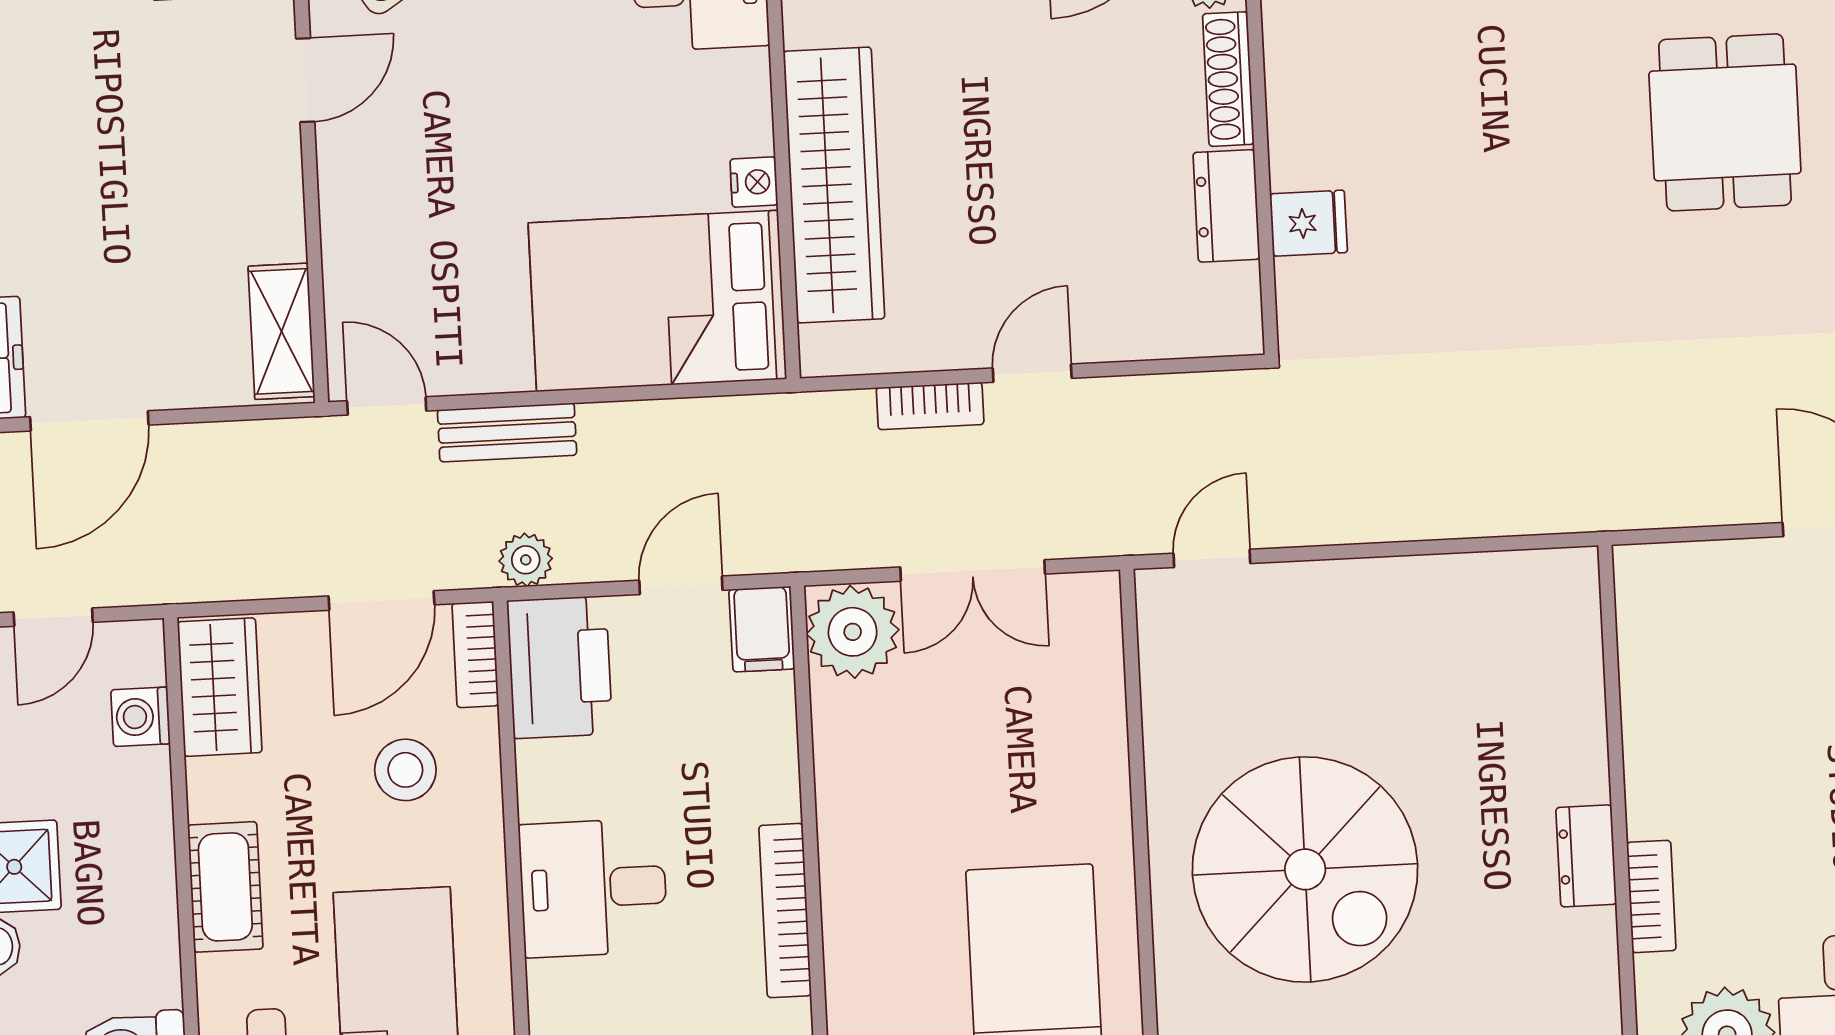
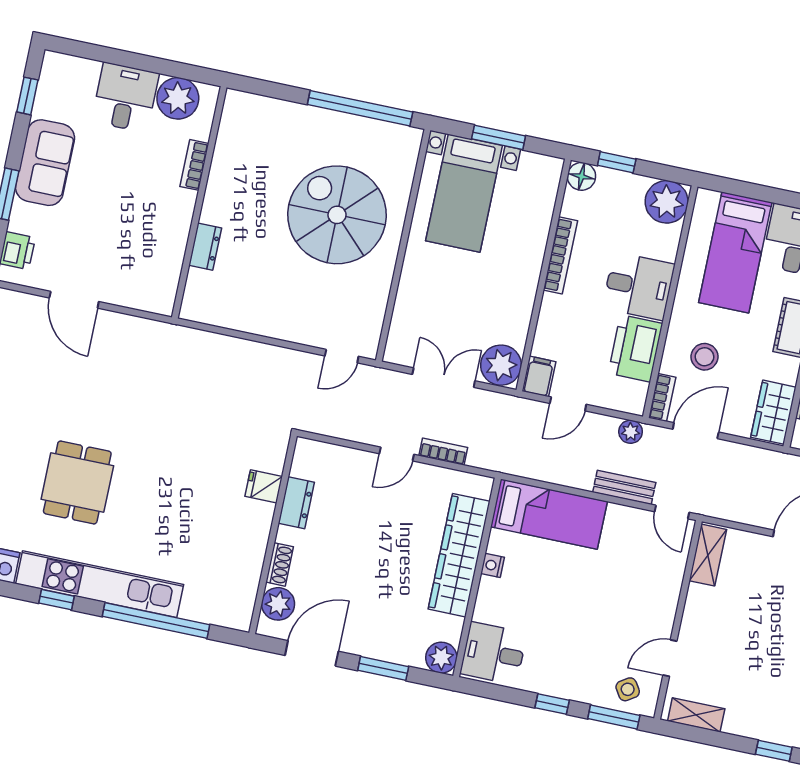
shoe rack: (1228, 79) -> (280, 564), width x0.70
bed: (657, 301) -> (549, 514), width x0.67
printer: (560, 667) -> (635, 348), moved
dresser: (1586, 856) -> (205, 247), moved

